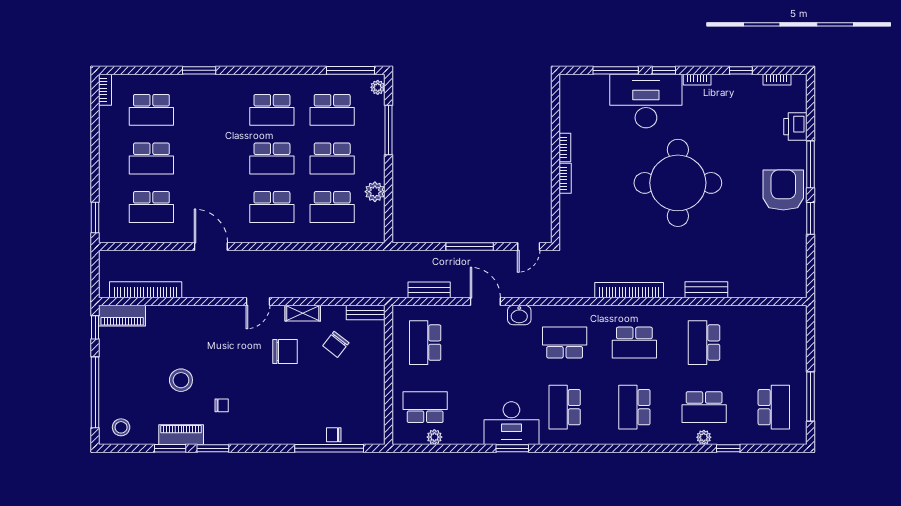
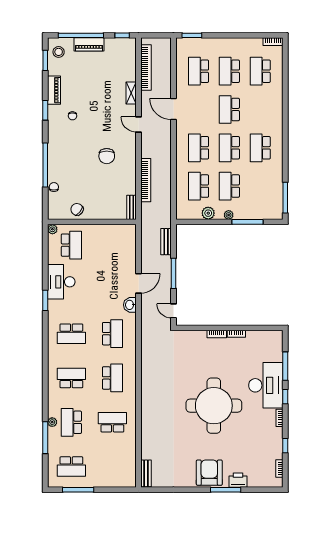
window: (199, 70) -> (285, 102), removed
plant: (378, 87) -> (229, 215), moved
school desk: (332, 110) -> (229, 109), moved
printer: (795, 127) -> (238, 480), moved
armchair: (783, 190) -> (209, 473), turned -90
window: (810, 218) -> (191, 490), removed
door: (211, 246) -> (173, 109), swing flipped
bench: (429, 290) -> (166, 242), moved
bookcase: (629, 290) -> (146, 180), moved
bench: (706, 290) -> (146, 473), moved
door: (258, 301) -> (139, 124), moved
shelving: (303, 313) -> (131, 93), moved
piano: (122, 316) -> (89, 44), moved, turned -90
school desk: (425, 343) -> (112, 245), removed
school desk: (634, 343) -> (112, 378), turned 180
chair: (336, 344) -> (77, 209), moved
stool: (181, 380) -> (89, 90), removed
school desk: (565, 407) -> (71, 334), turned 180
desk: (511, 423) -> (61, 282), moved
plant: (434, 437) -> (52, 229), moved
window: (170, 448) -> (45, 60), moved
window: (329, 448) -> (45, 165), moved
window: (728, 448) -> (45, 438), width x2.17

